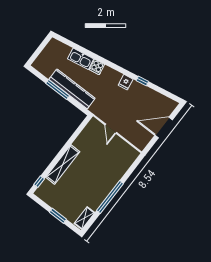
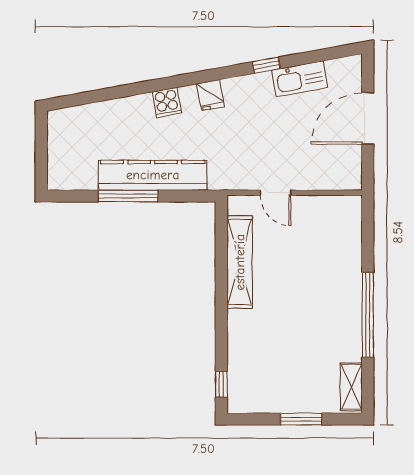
kitchen sink: (81, 59) -> (300, 79), moved
fridge: (126, 82) -> (211, 95), moved
shelving: (63, 165) -> (240, 262), moved

